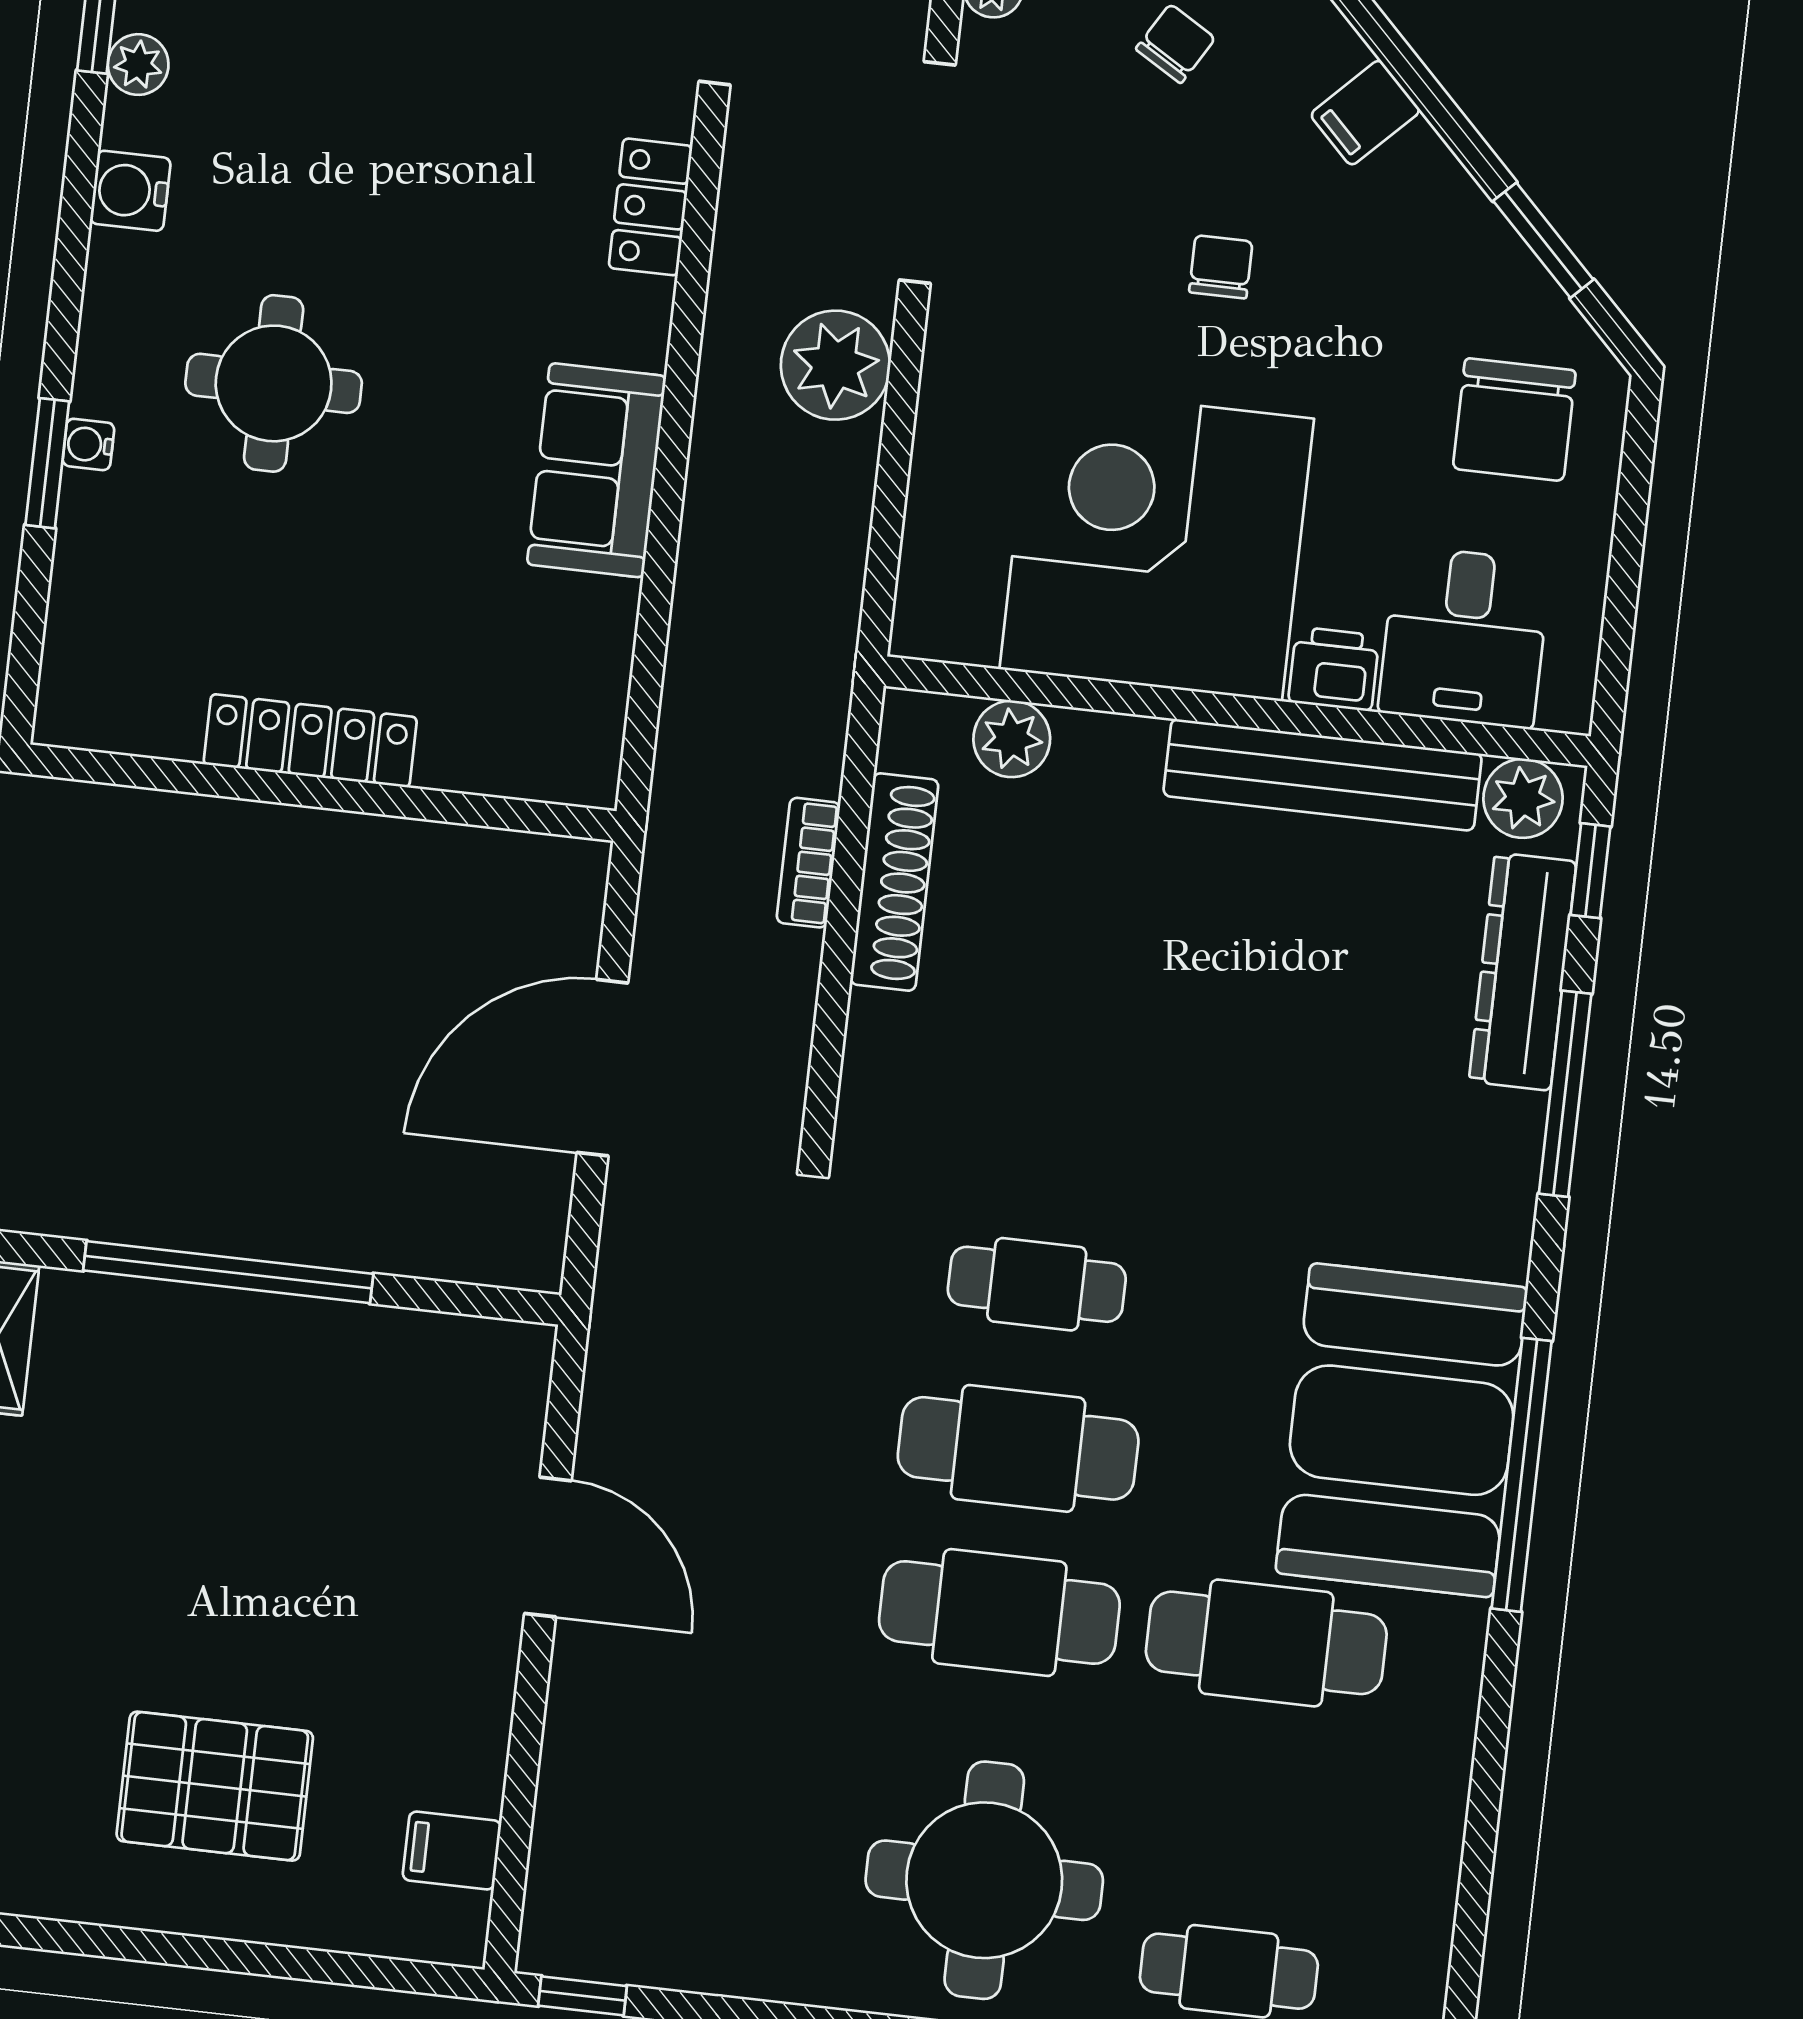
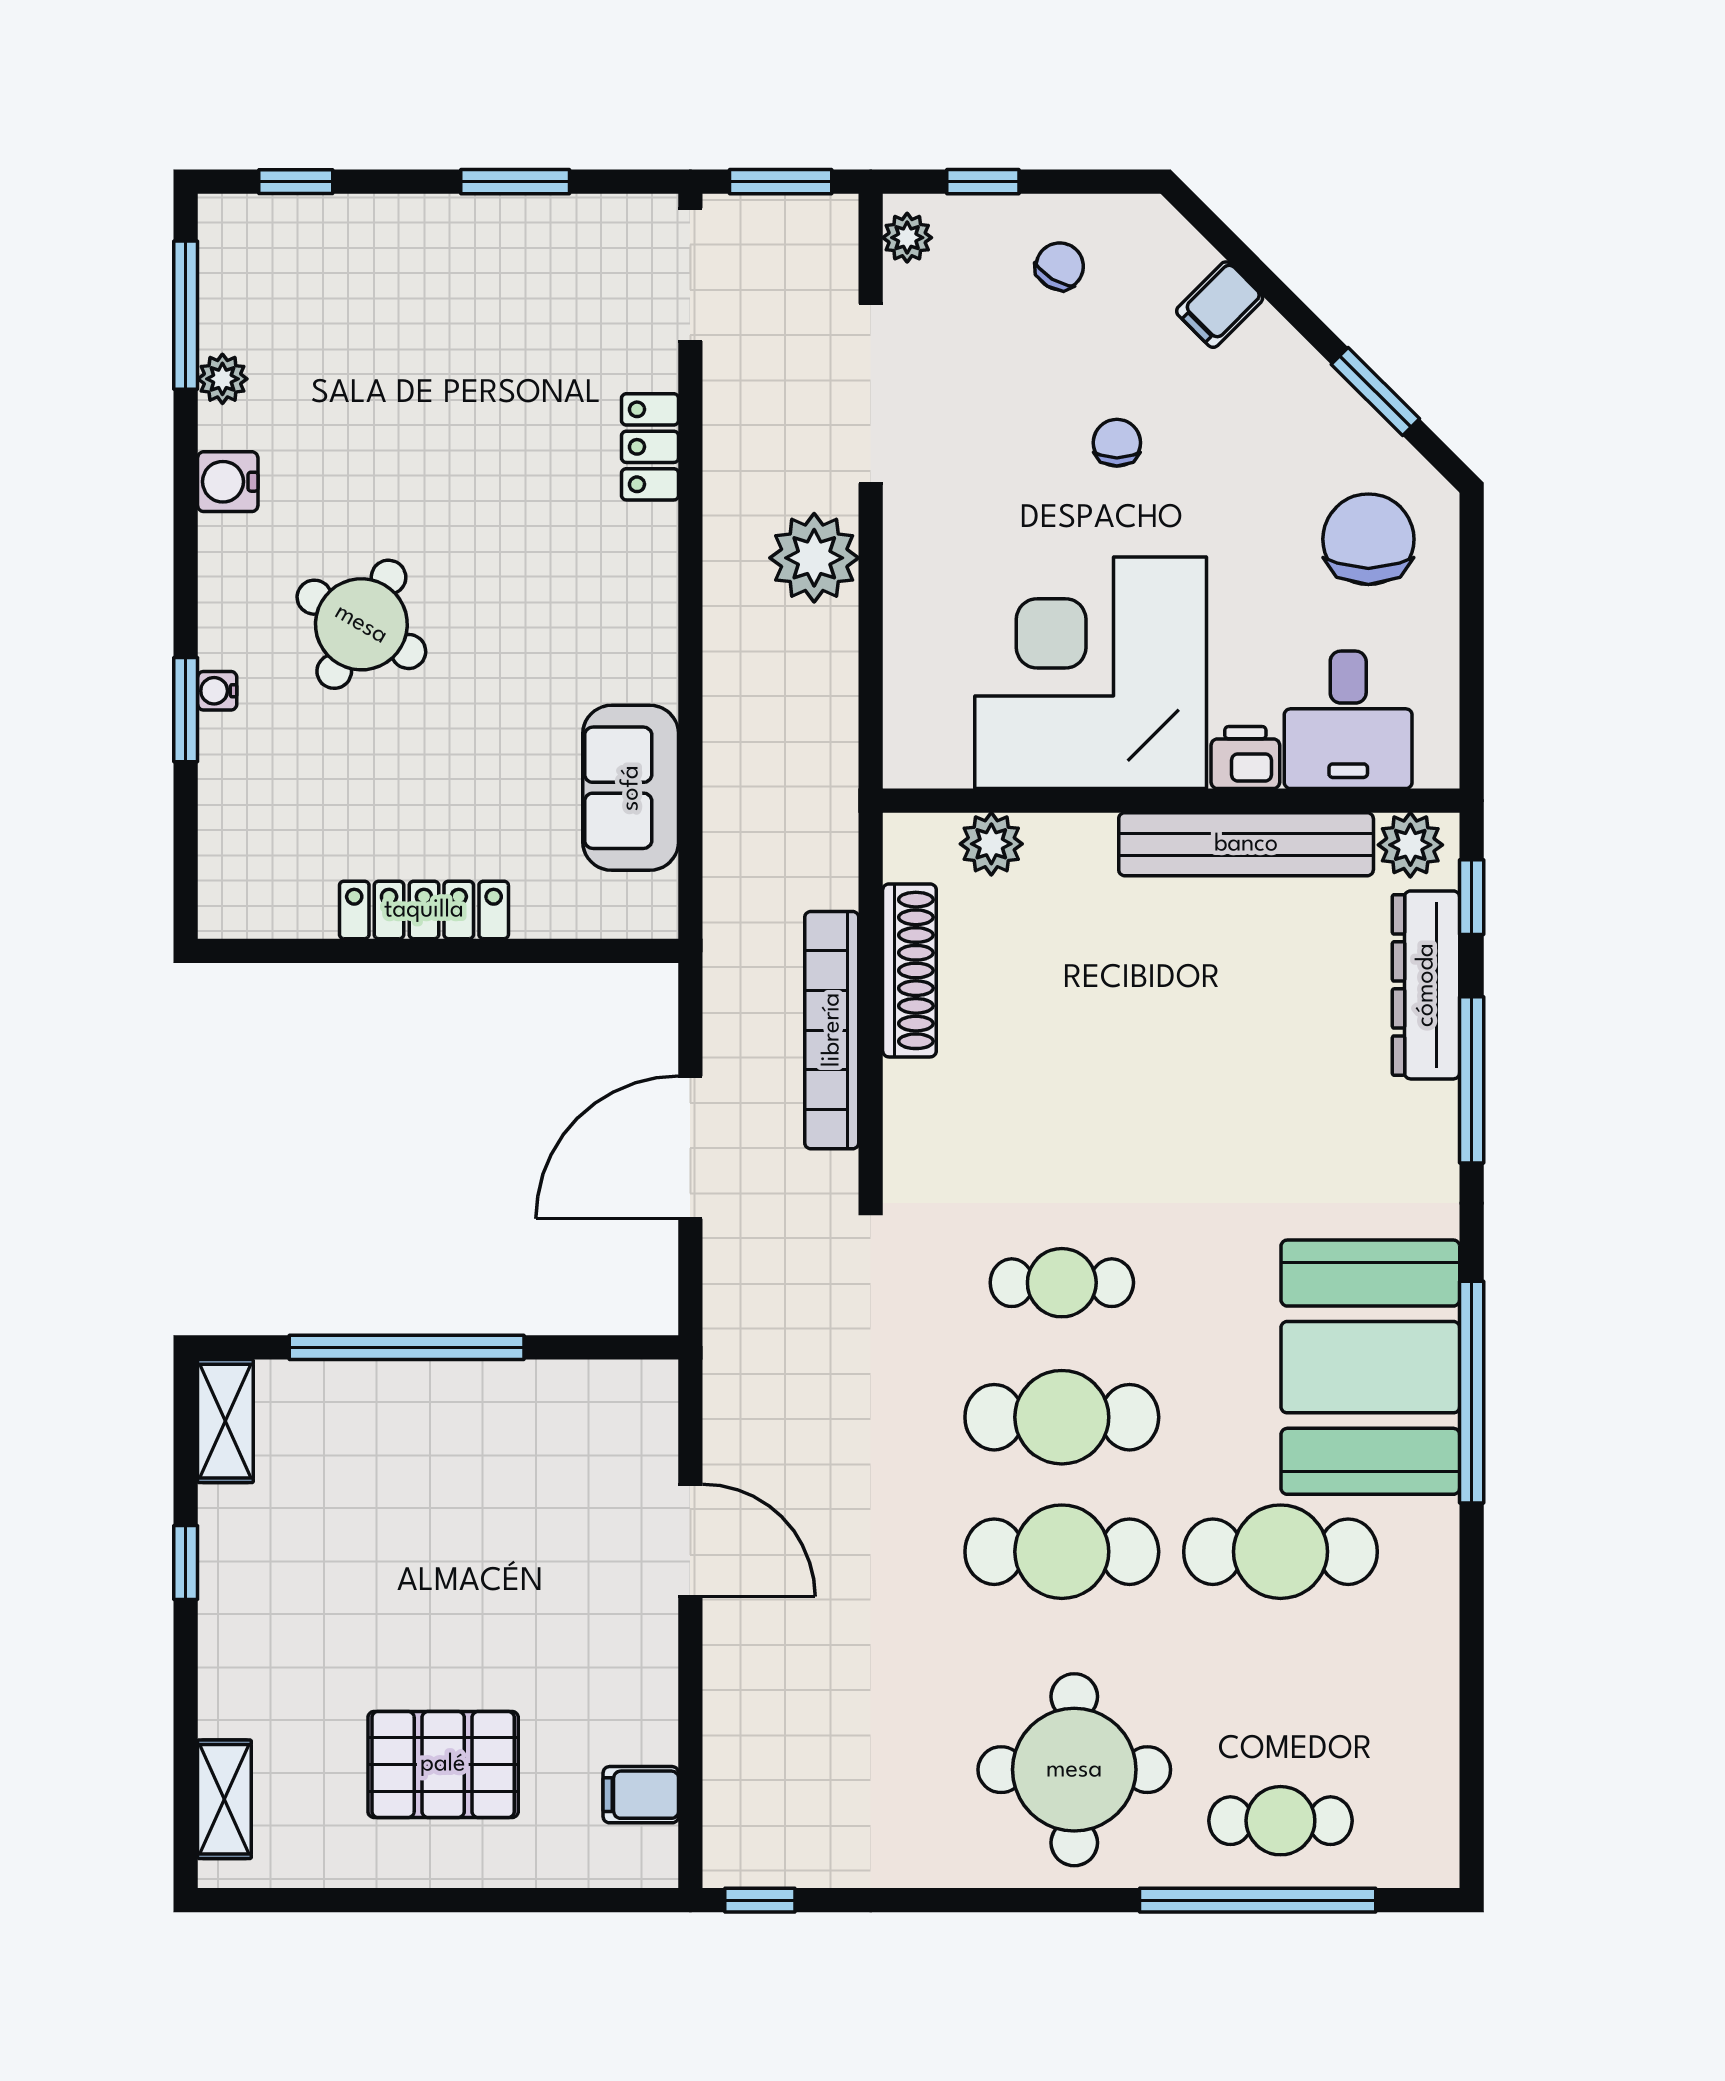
round table: (274, 383) -> (361, 624), turned 30
chair: (1514, 420) -> (1368, 539), turned 180
sofa: (597, 470) -> (631, 788), moved
bookcase: (808, 863) -> (832, 1030), width x2.31, depth x1.31

